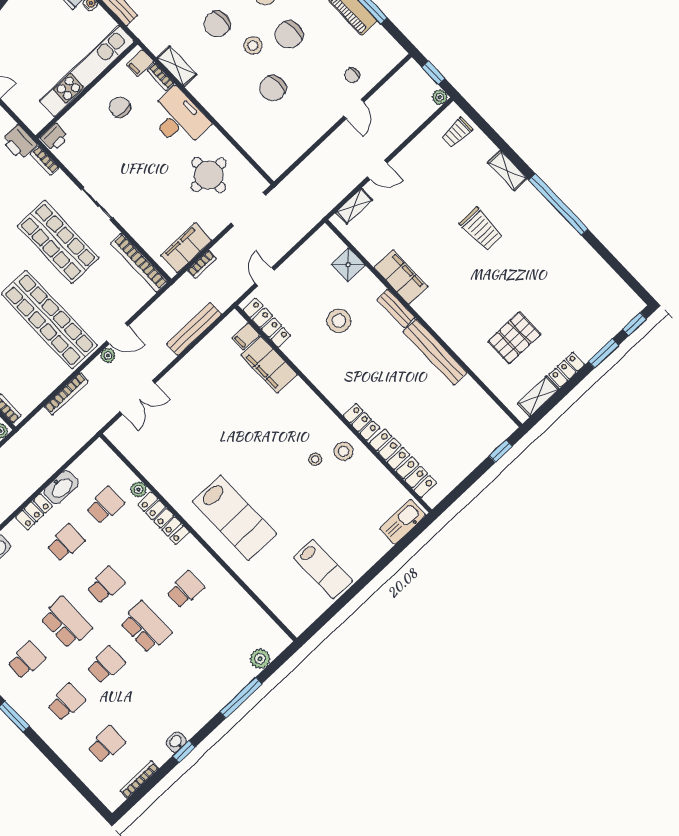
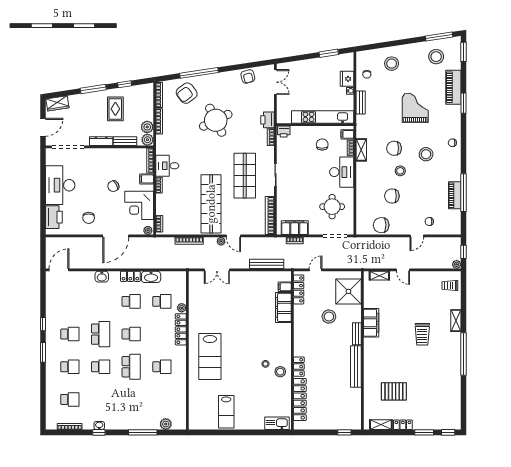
chair: (289, 35) -> (381, 225), moved
shower: (348, 265) -> (348, 291), width x1.86, depth x1.86

